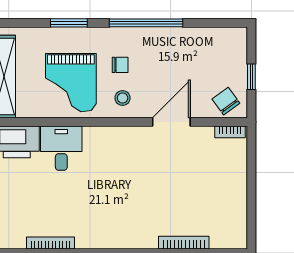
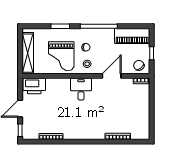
piano: (212, 42) -> (132, 36), added
desk: (61, 148) -> (81, 89), moved

